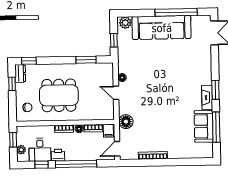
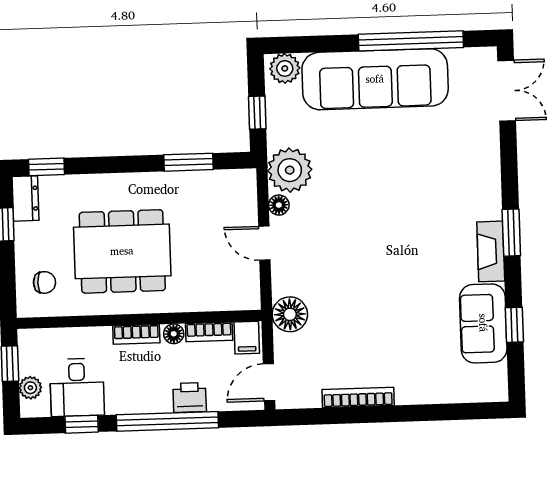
plant: (127, 64) -> (290, 170), added
window: (216, 127) -> (514, 325), width x0.46
printer: (58, 155) -> (190, 398), moved

